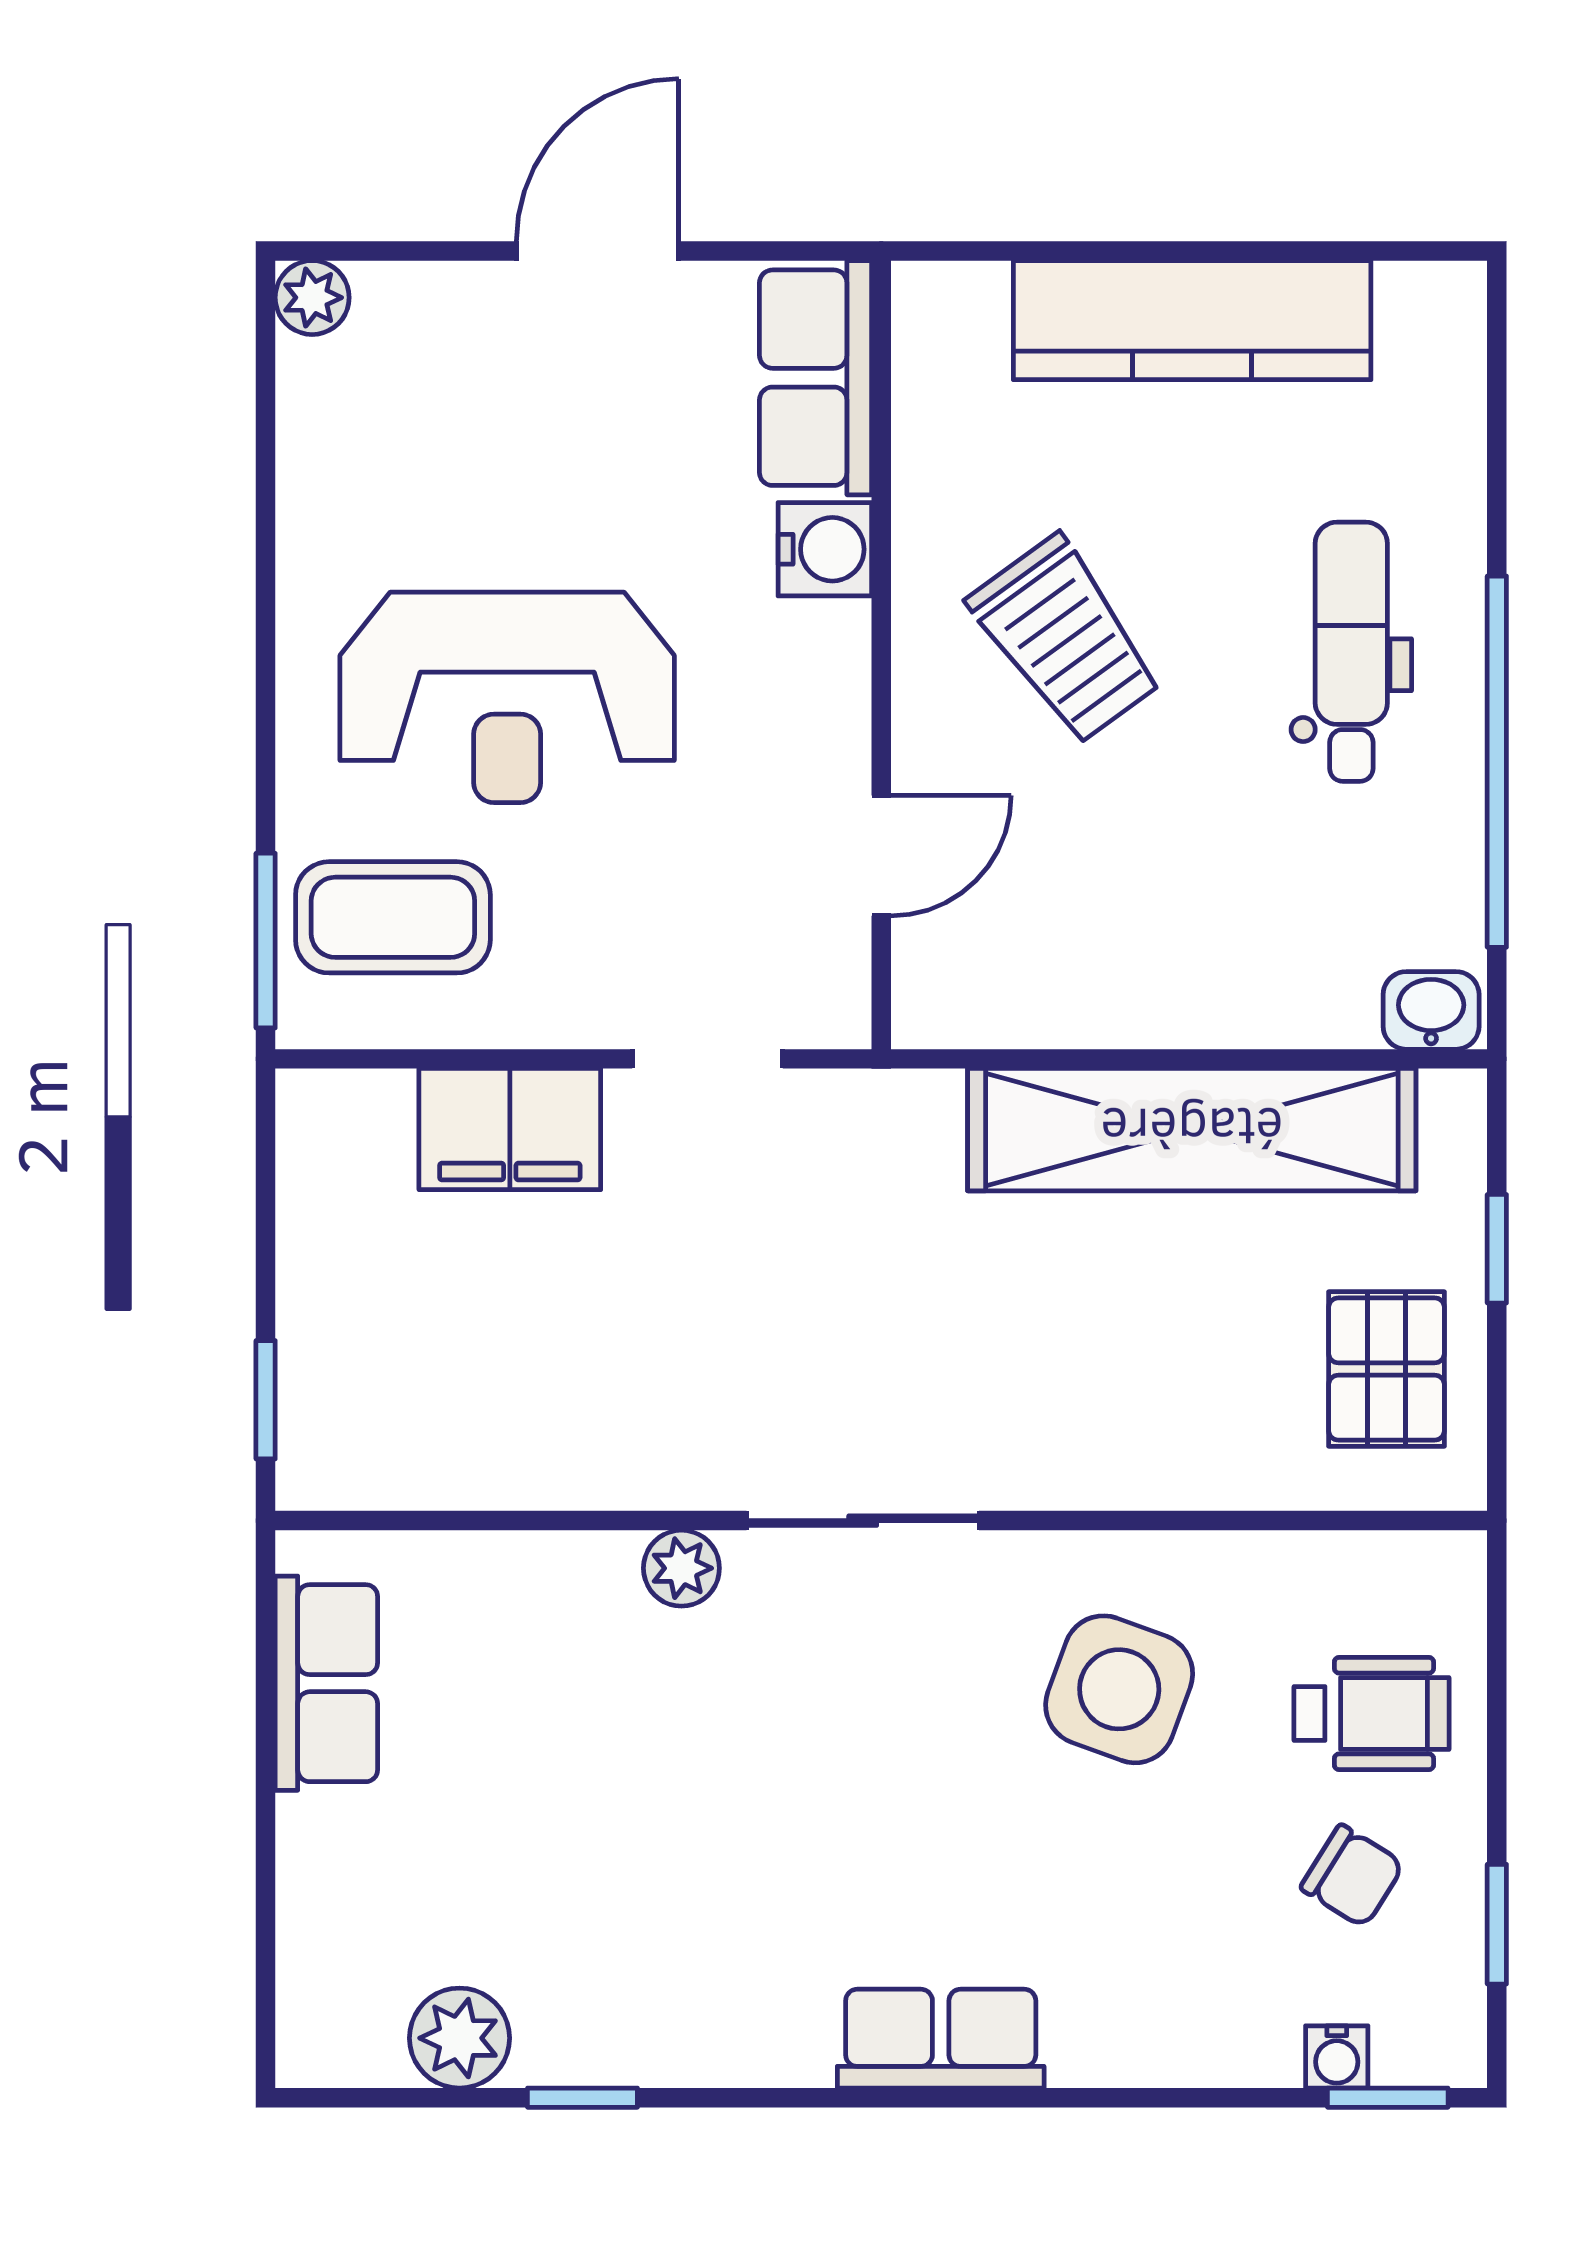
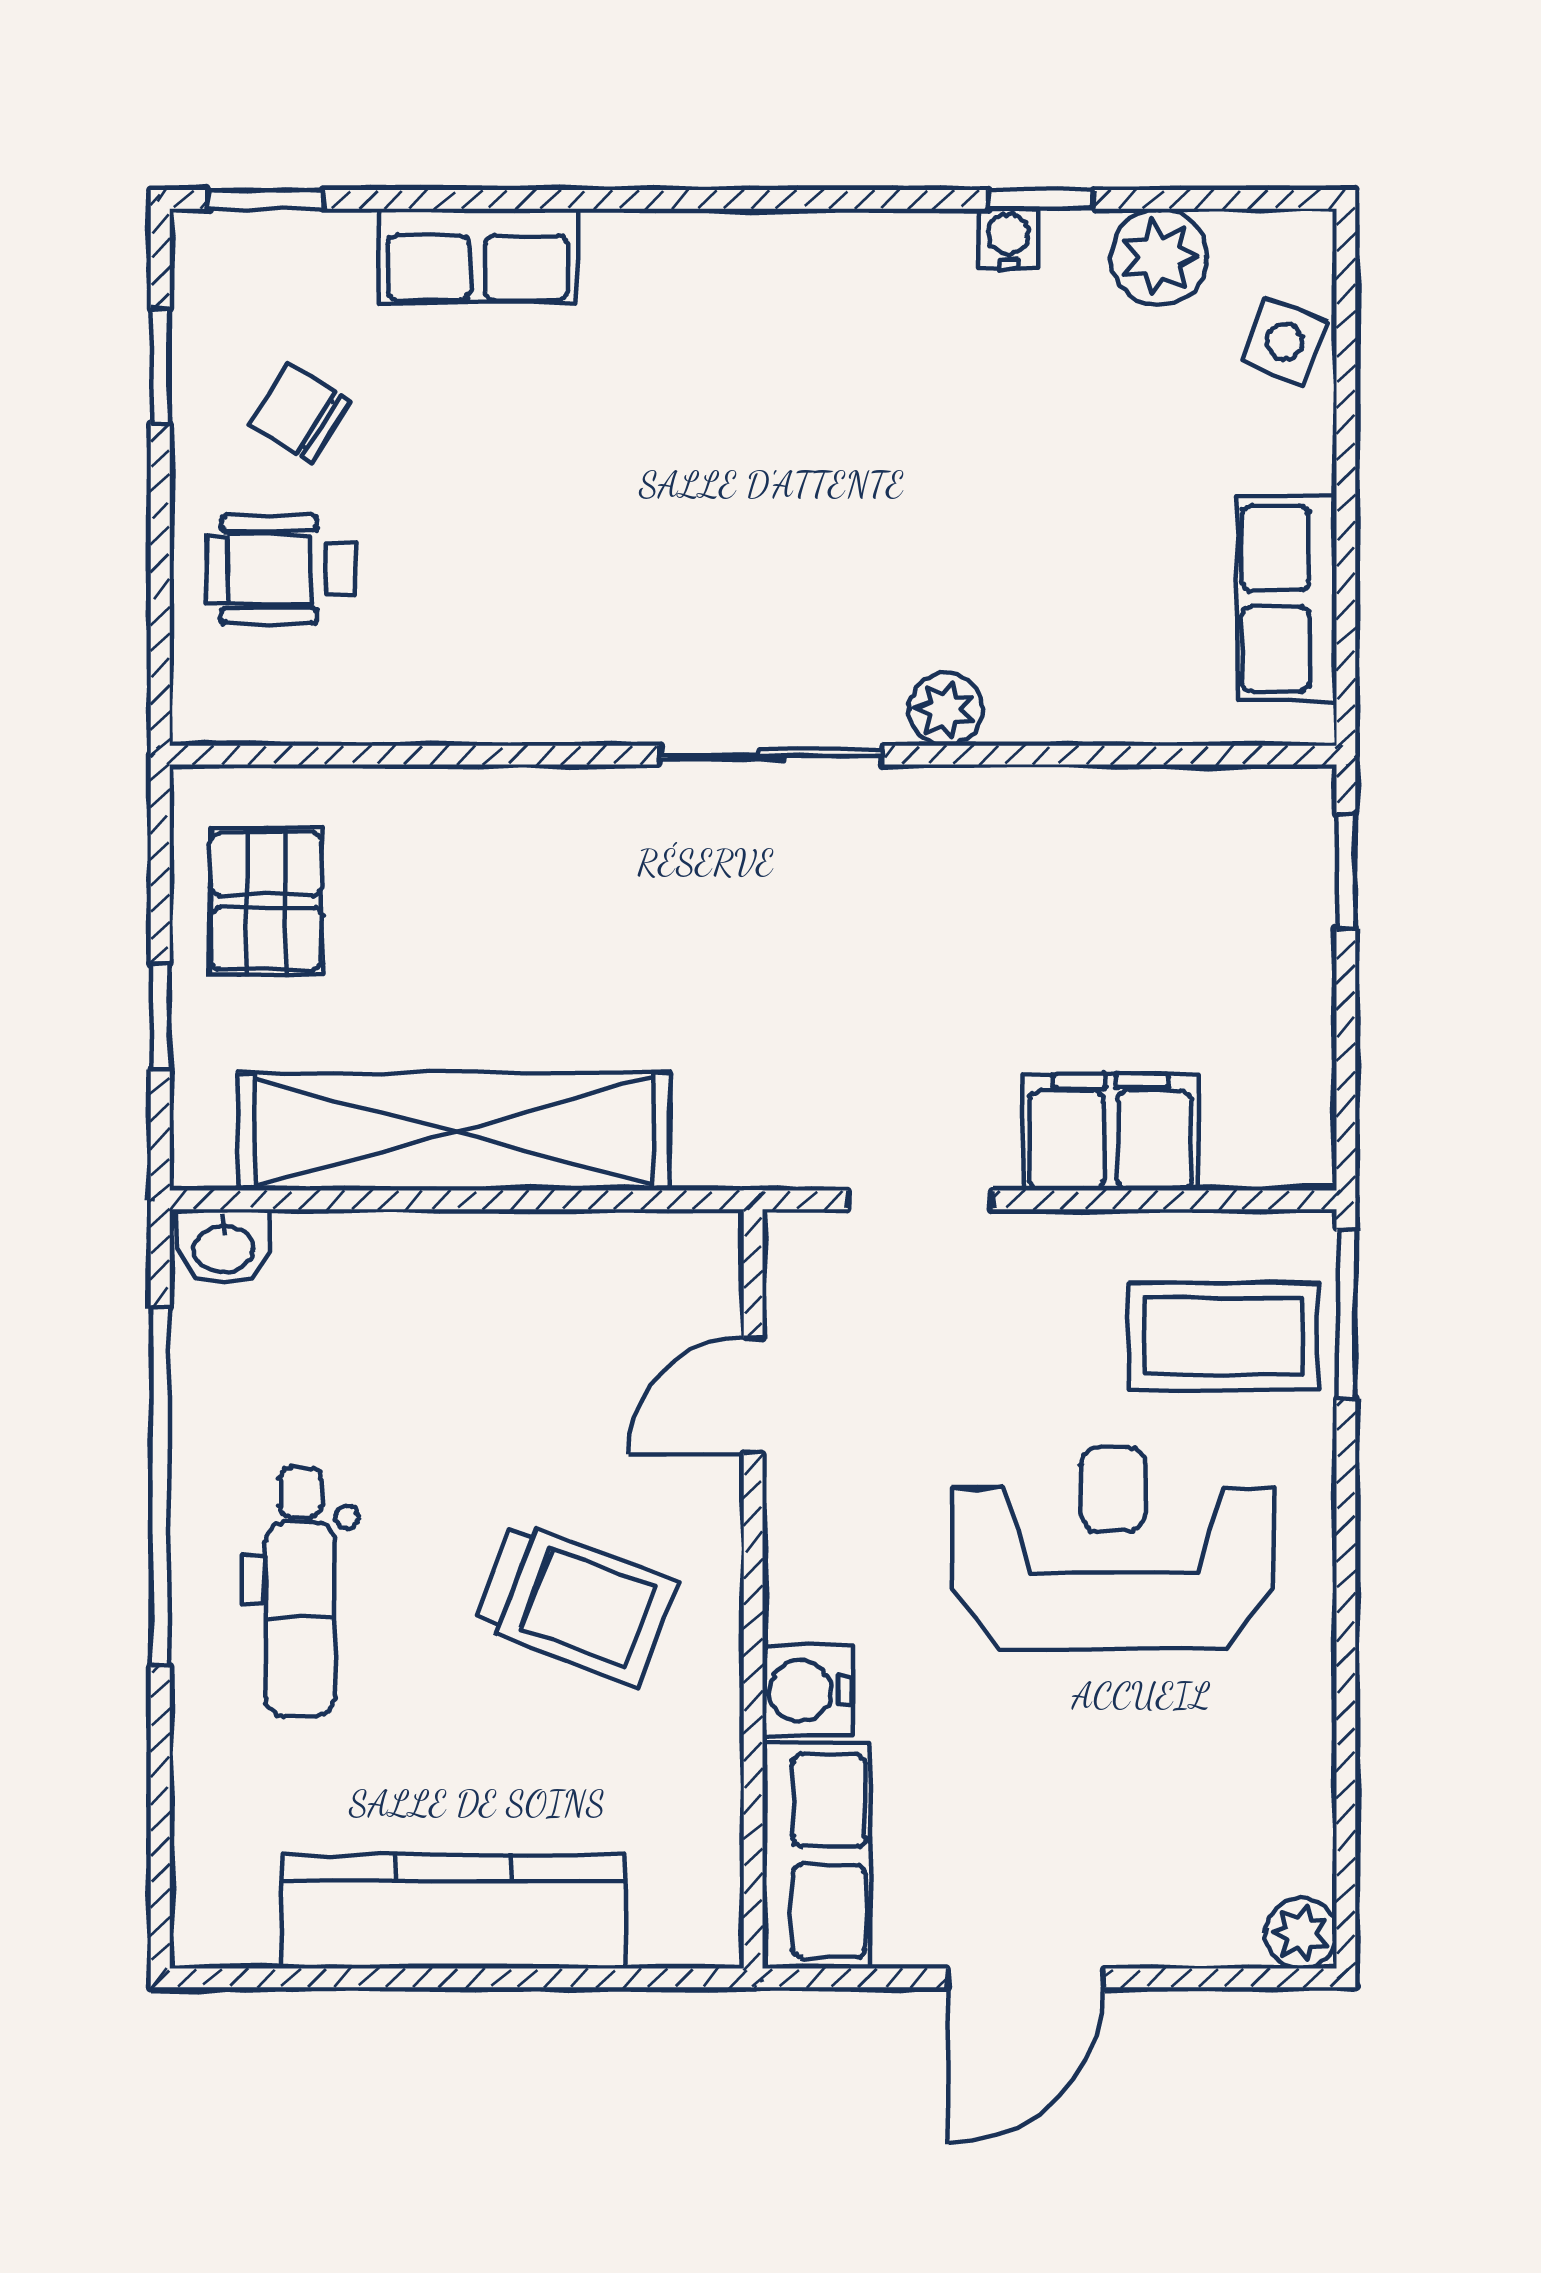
trolley: (1066, 640) -> (575, 1603), turned 147
side table: (1119, 1689) -> (1285, 341), moved, width x0.54, depth x0.54
row of seats: (941, 2039) -> (477, 256), moved
water cooler: (1337, 2057) -> (1008, 239), moved

